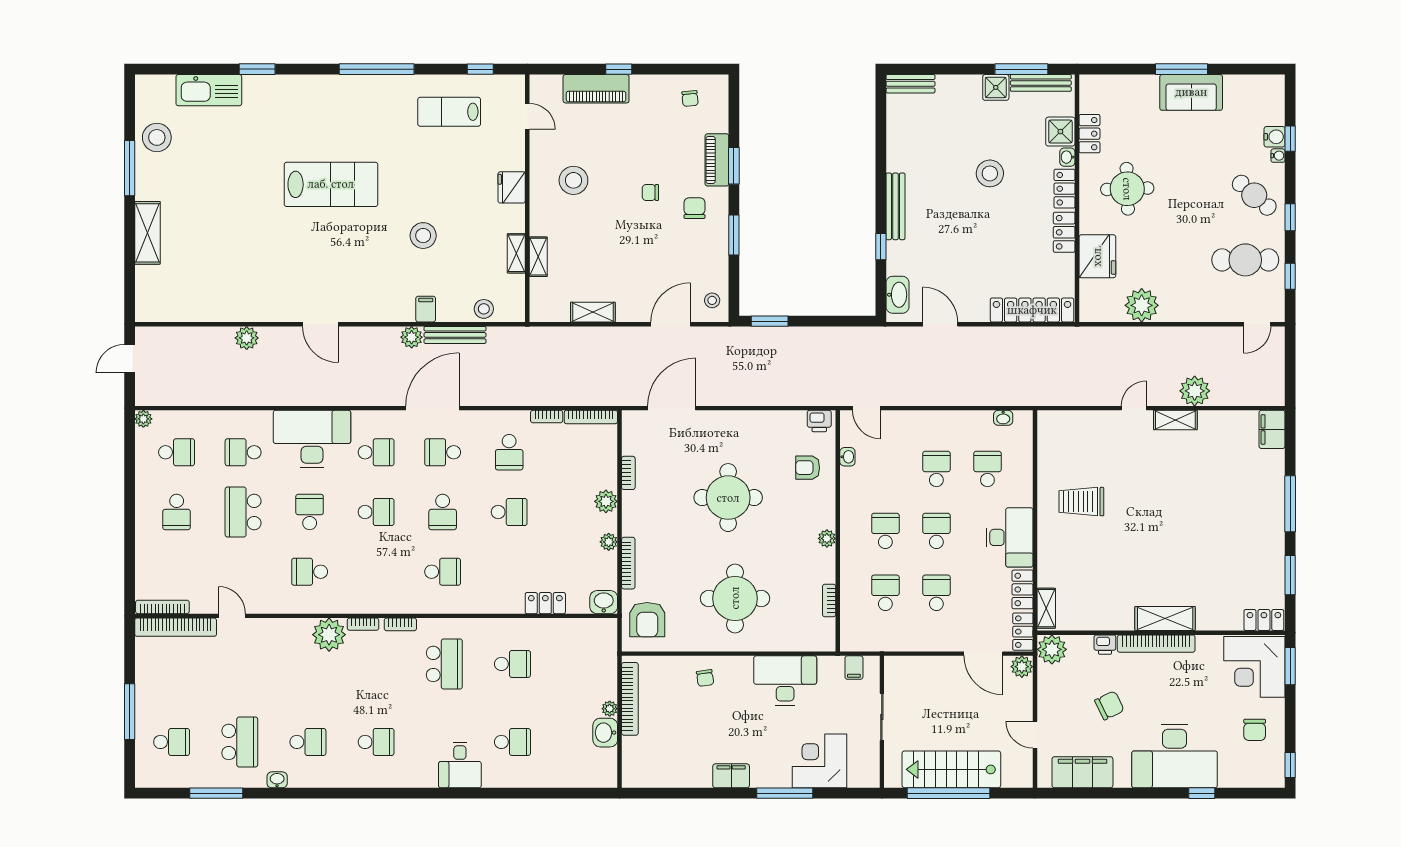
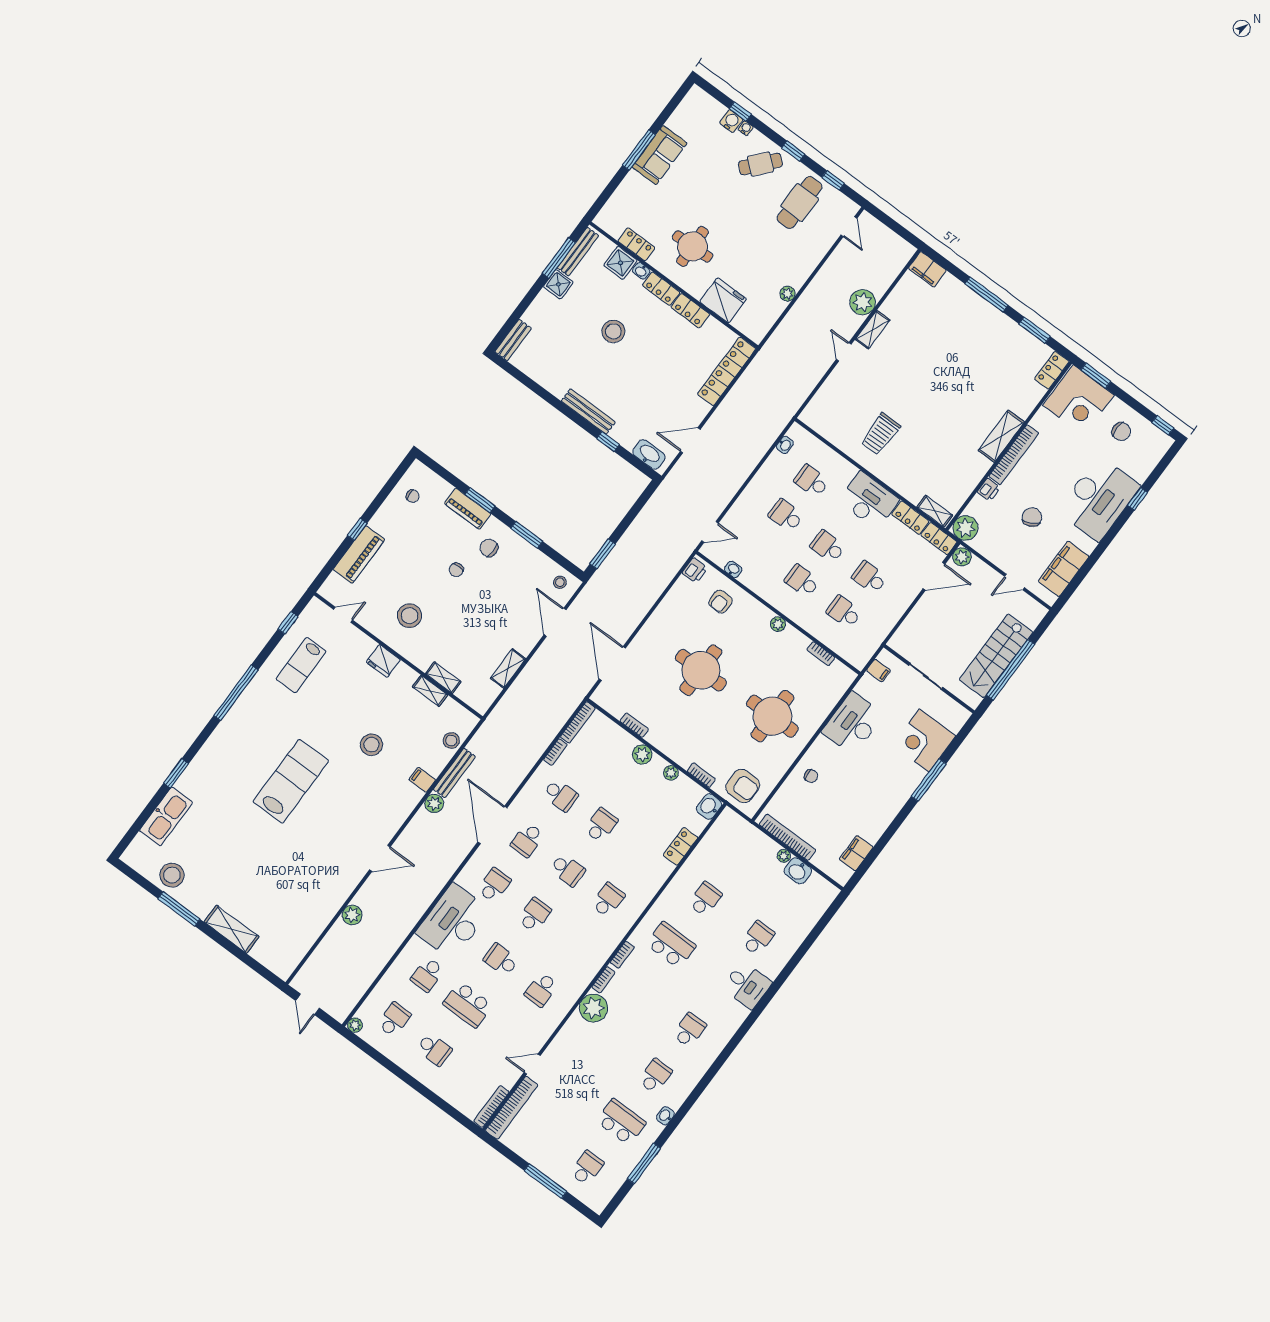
plant: (1142, 305) -> (788, 294), width x0.53, depth x0.53
bookcase: (628, 563) -> (701, 775), width x0.64
filing cabinet: (731, 776) -> (856, 853), moved

